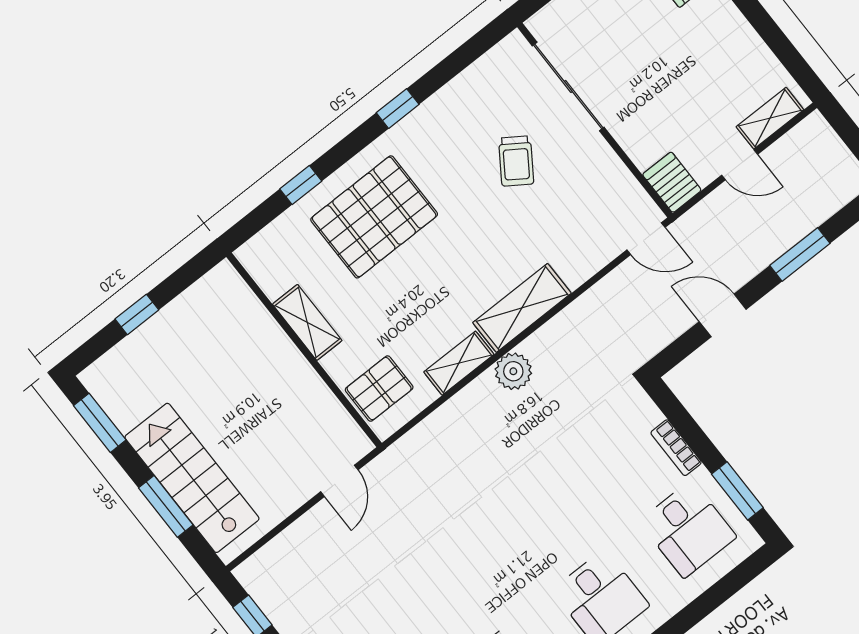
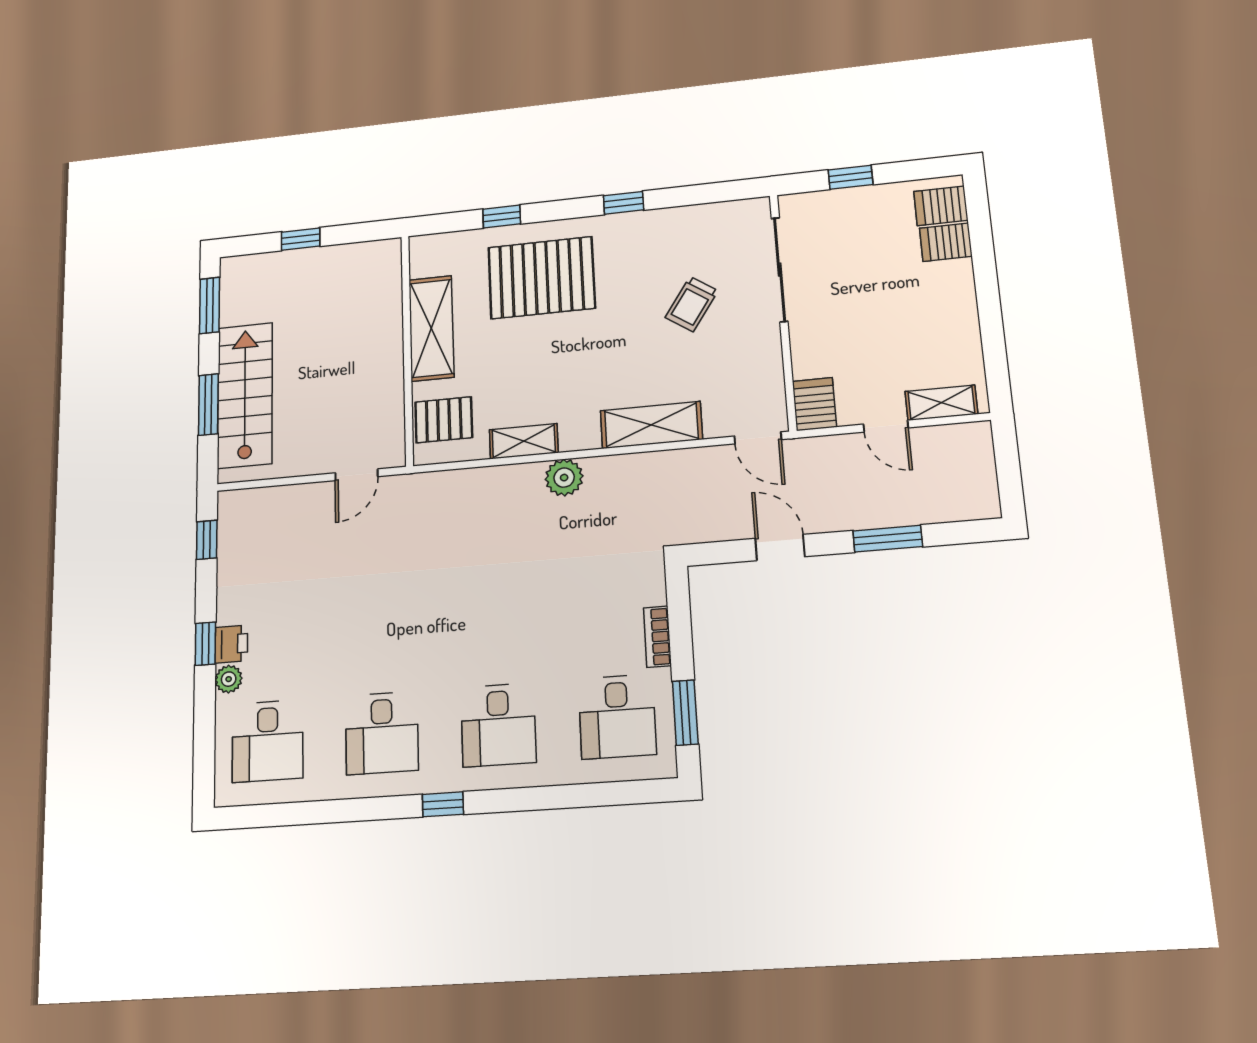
shelving: (522, 308) -> (651, 425), moved
shelving: (307, 322) -> (431, 328), width x1.50, depth x1.33

